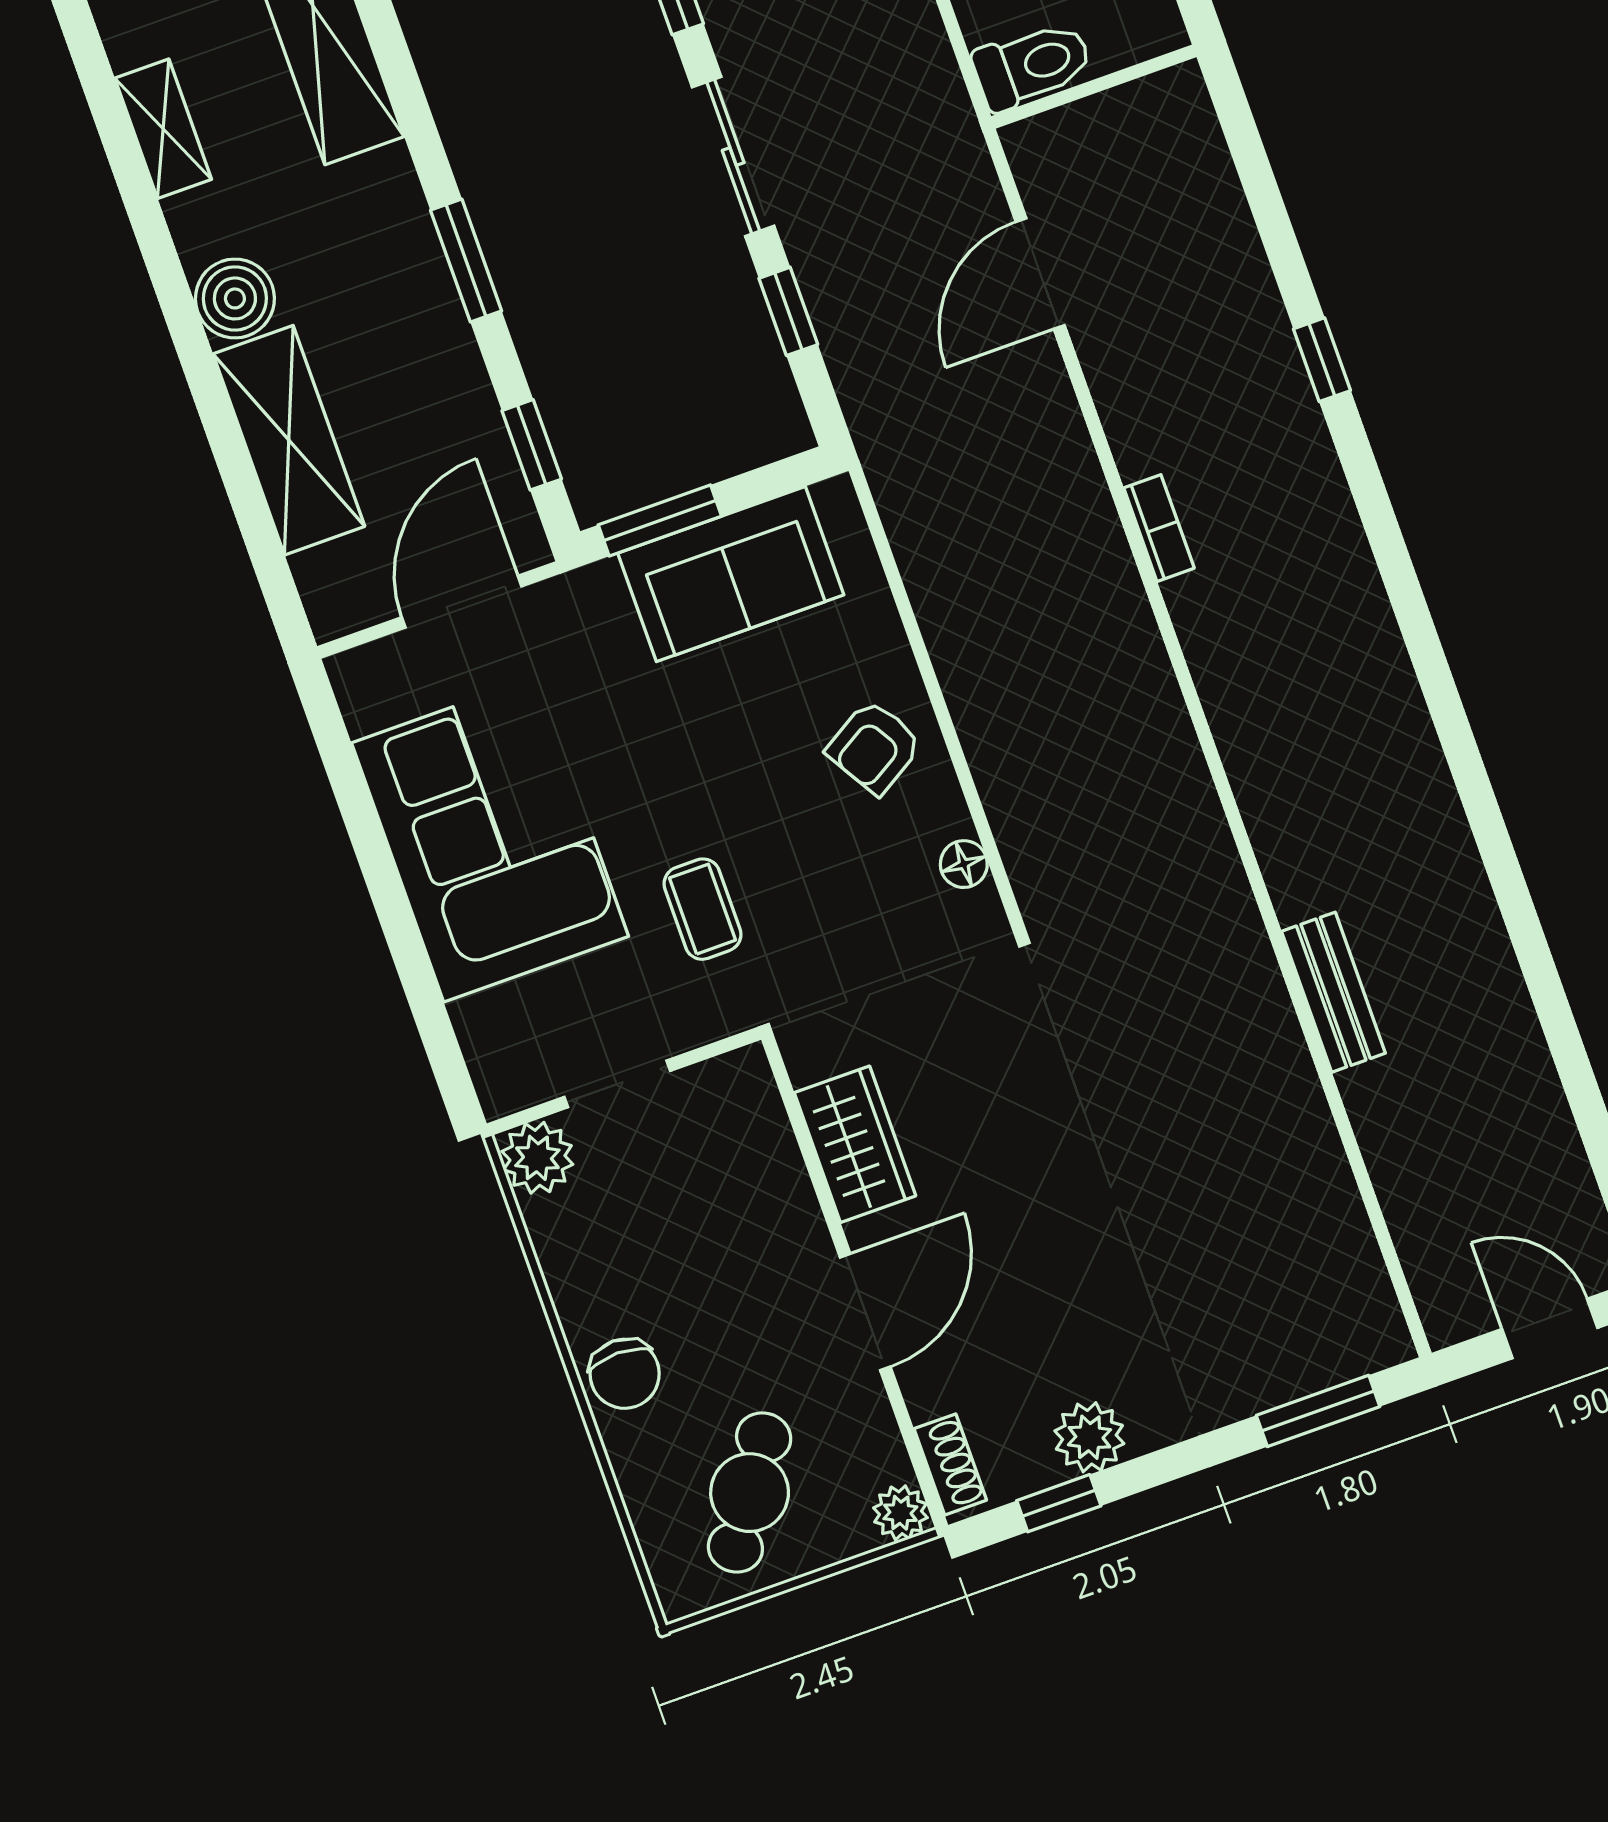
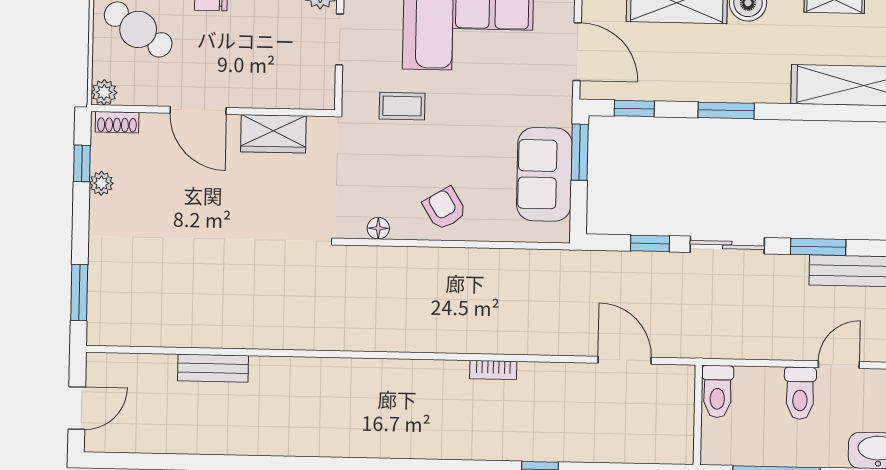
bench: (1333, 992) -> (213, 368), moved
plant: (1089, 1437) -> (101, 183), width x0.73, depth x0.73

